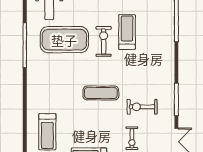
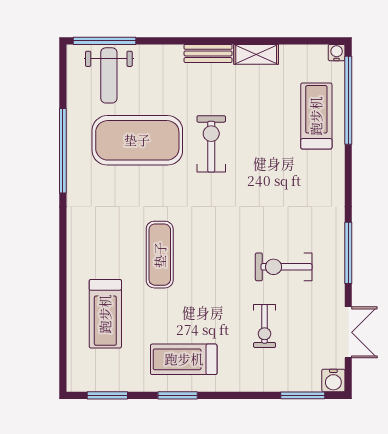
treadmill: (127, 32) -> (316, 116), moved
exercise mat: (101, 93) -> (160, 255), moved, turned 90

